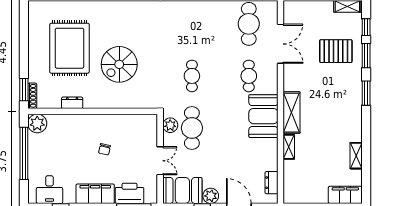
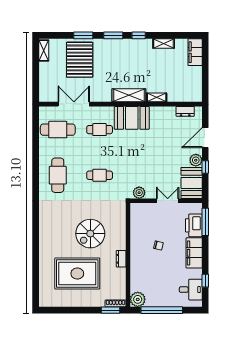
window: (366, 27) -> (139, 35), moved
pallet: (336, 51) -> (80, 60), width x1.37, depth x1.41
spiral stairs: (119, 64) -> (90, 234), turned 90
dresser: (72, 103) -> (121, 259), moved
cafe table: (192, 128) -> (58, 175), moved, turned 90

